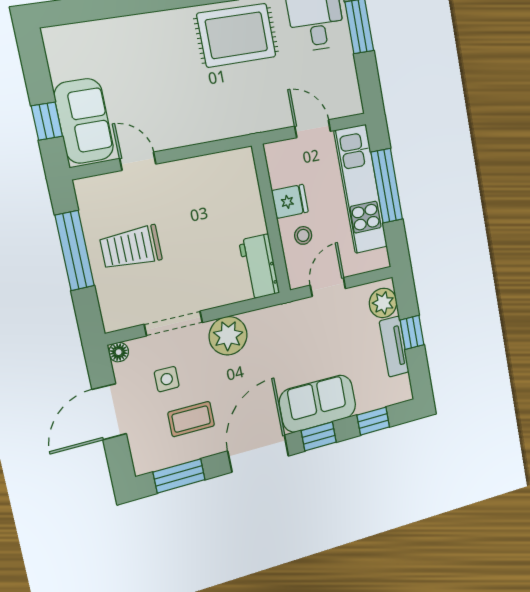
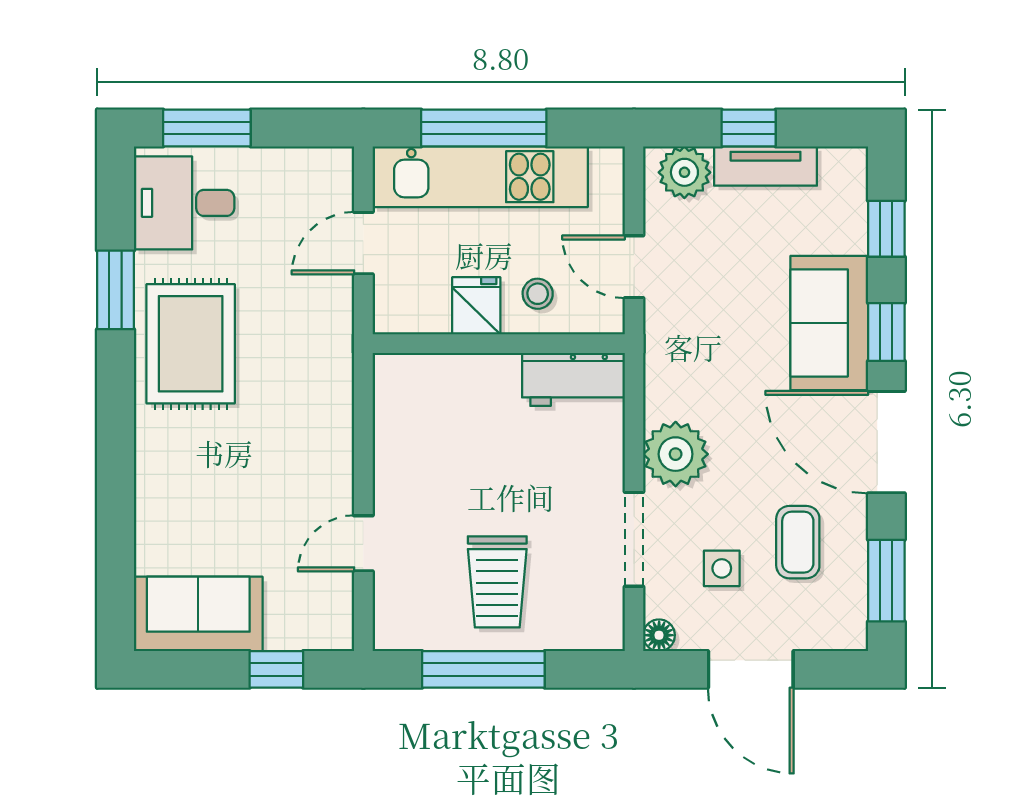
sofa: (84, 121) -> (198, 614), moved

